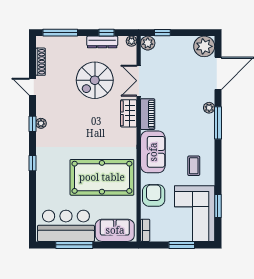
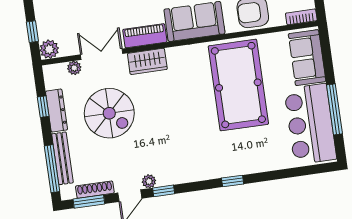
bench: (67, 41) -> (62, 158), added
plant: (132, 41) -> (74, 68), moved
window: (33, 56) -> (89, 201), added
double door: (139, 81) -> (102, 54), swing flipped
plant: (41, 123) -> (149, 181), moved
window: (33, 124) -> (164, 191), moved

